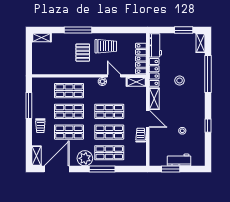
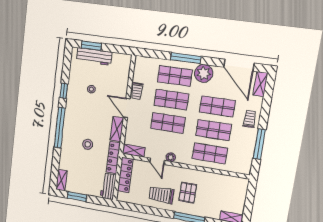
window: (208, 74) -> (60, 128), moved
workbench: (179, 160) -> (94, 56), width x1.37
door: (57, 169) -> (239, 65), hinge flipped
window: (171, 169) -> (91, 46), moved

